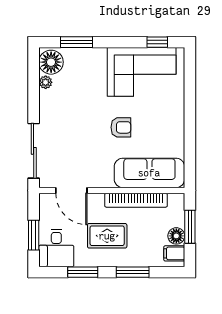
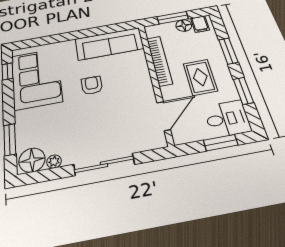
sliding door: (34, 151) -> (104, 164), moved
sofa: (149, 173) -> (109, 44), moved, turned -90

